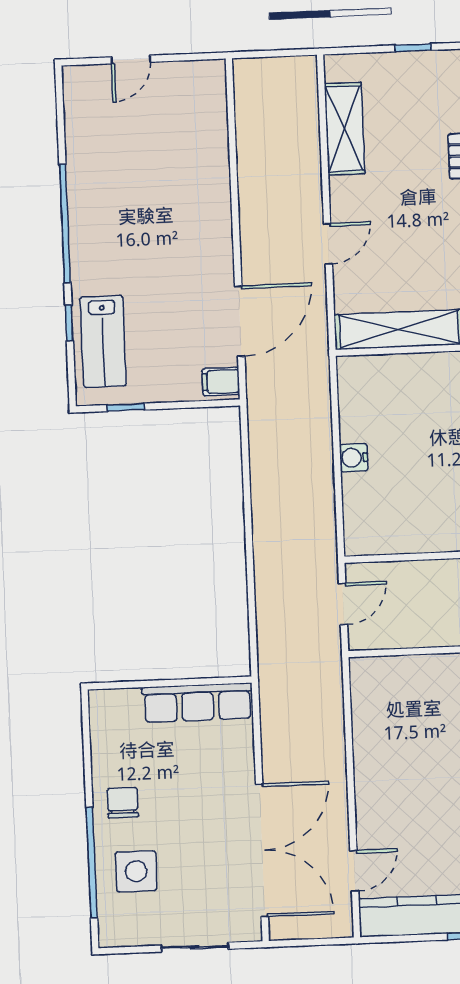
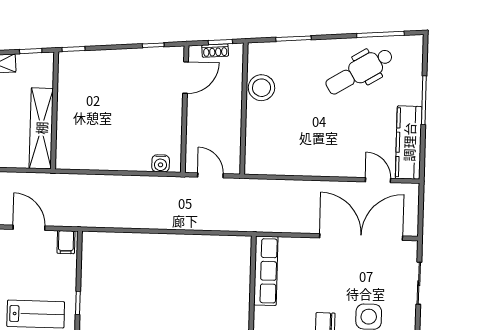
door: (240, 321) -> (29, 228), width x0.73
water cooler: (354, 458) -> (161, 163), moved

